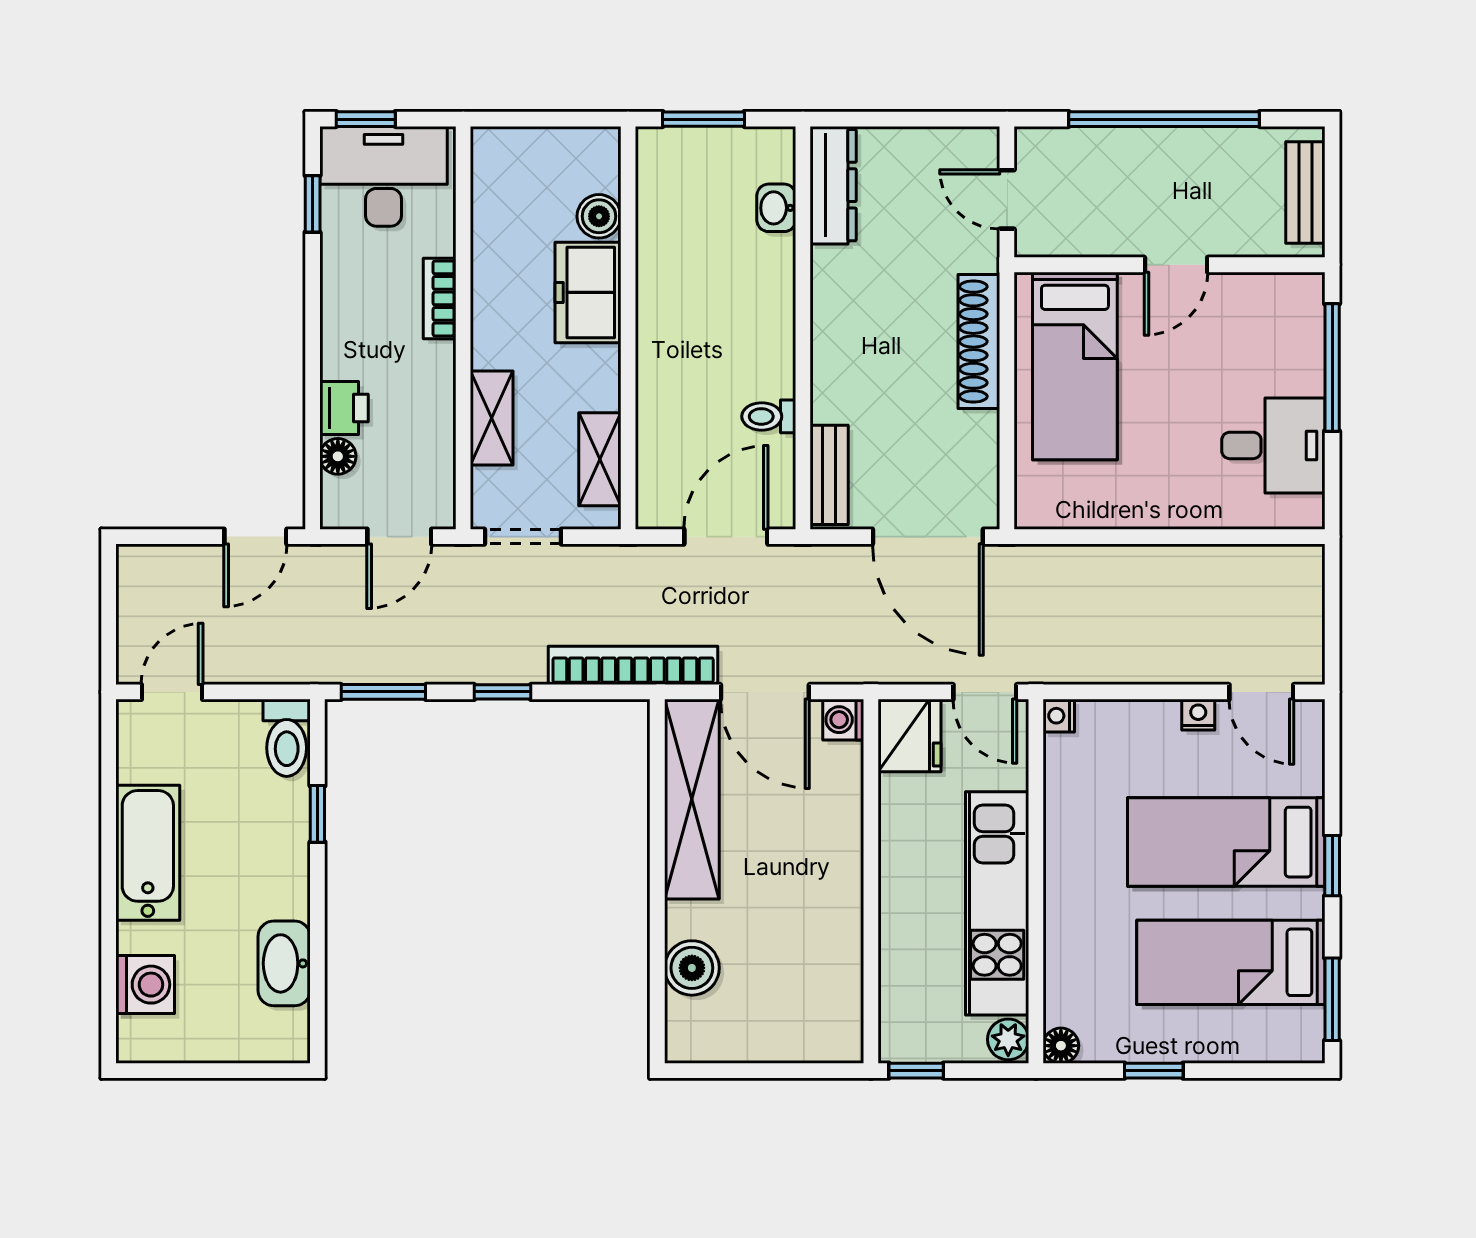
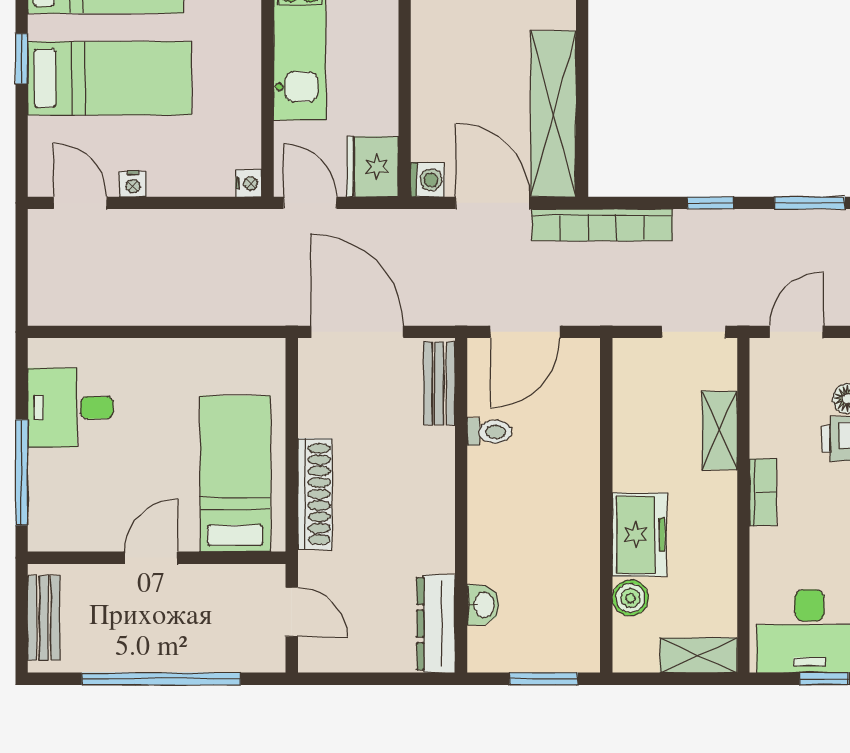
bookcase: (440, 298) -> (763, 492), moved
shelving: (600, 459) -> (699, 655), moved, turned 90

